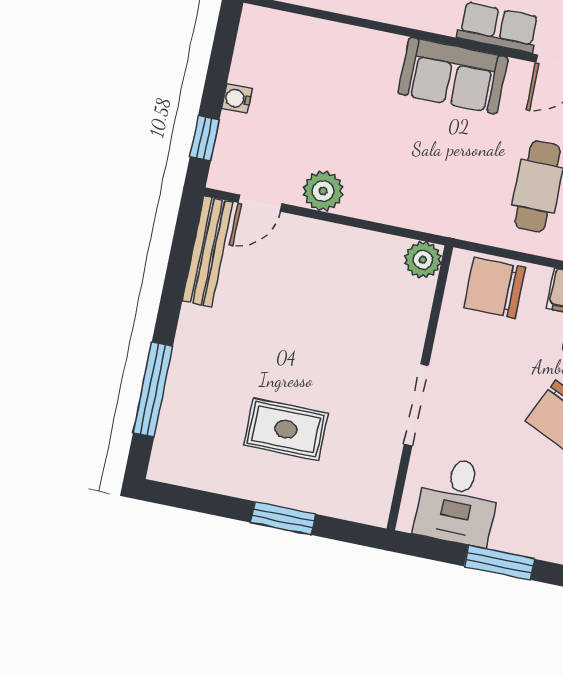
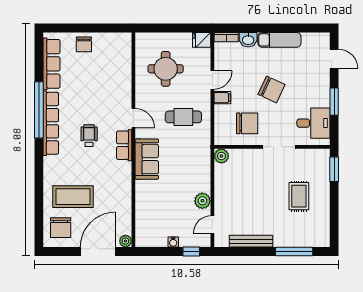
door: (260, 203) -> (212, 225), swing flipped
bench: (208, 252) -> (251, 241), moved
chair: (495, 288) -> (247, 123), moved, turned -90
window: (283, 518) -> (334, 169), moved

